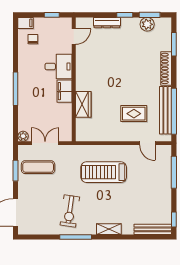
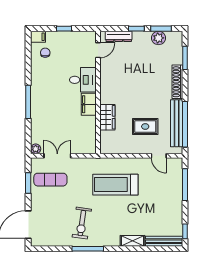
door: (74, 37) -> (98, 50), moved
desk: (59, 67) -> (83, 80), moved
wall: (74, 79) -> (98, 93), moved
filing cabinet: (65, 91) -> (89, 104), moved
wardrobe: (83, 104) -> (107, 117), moved
shelving: (109, 229) -> (133, 241), moved

